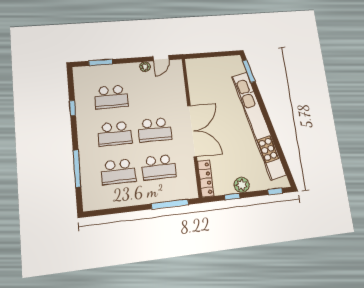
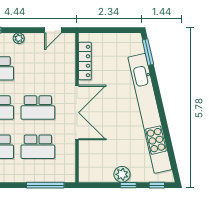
plant: (145, 67) -> (19, 38), moved
locker: (206, 178) -> (85, 61), moved
window: (232, 197) -> (128, 185), moved

